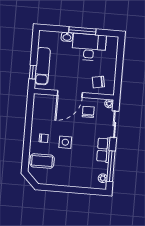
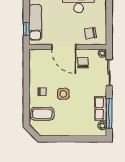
door: (70, 94) -> (64, 47), hinge flipped
row of seats: (104, 150) -> (101, 108), moved

